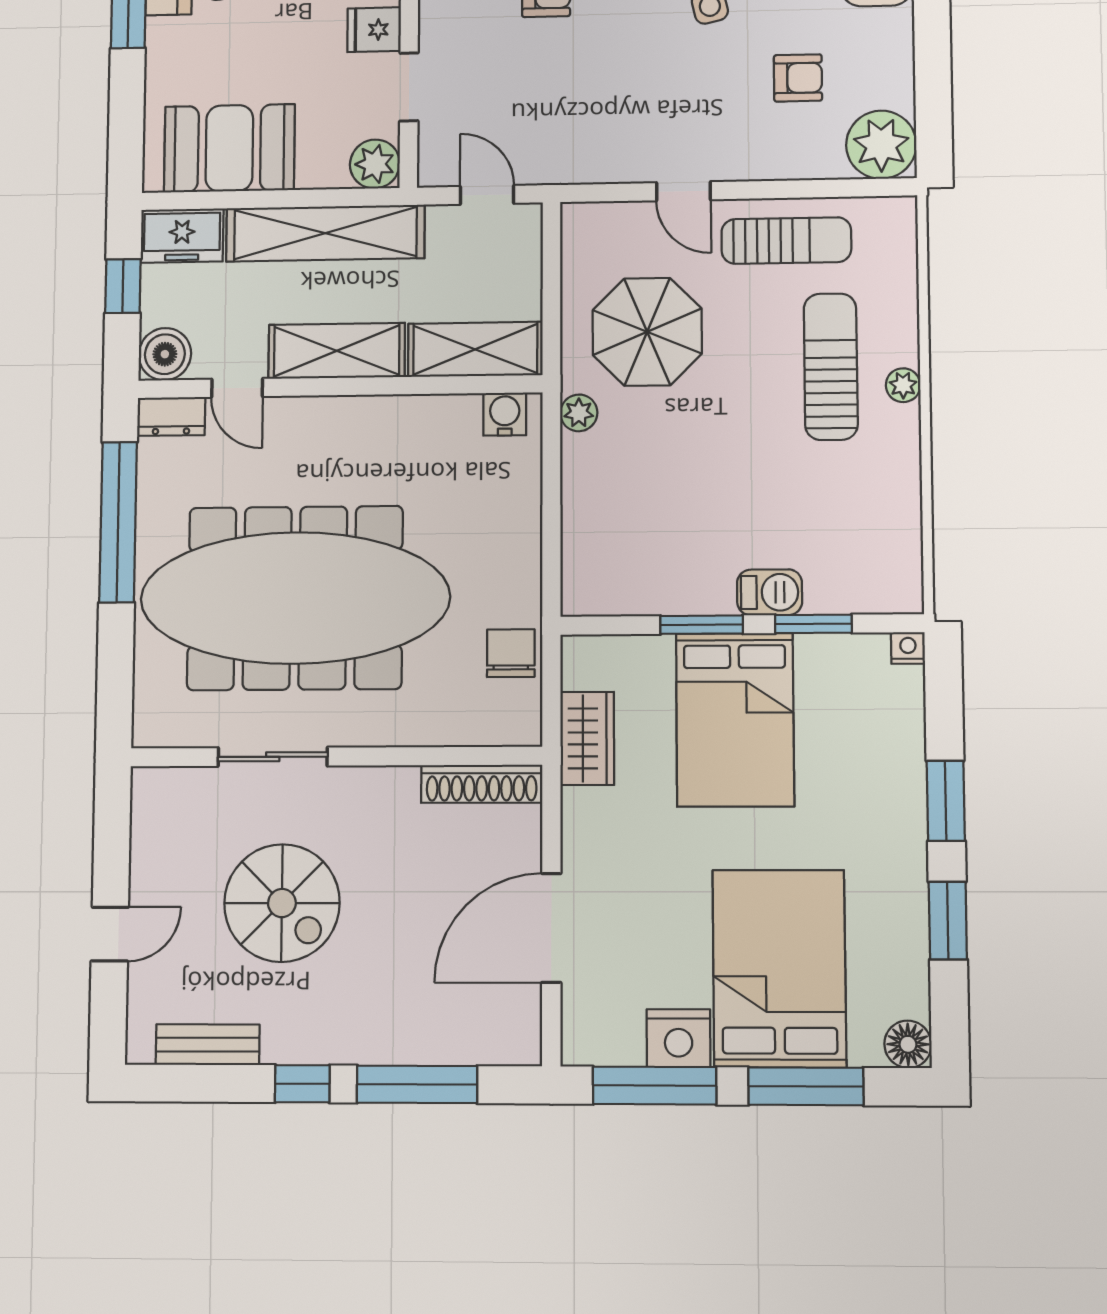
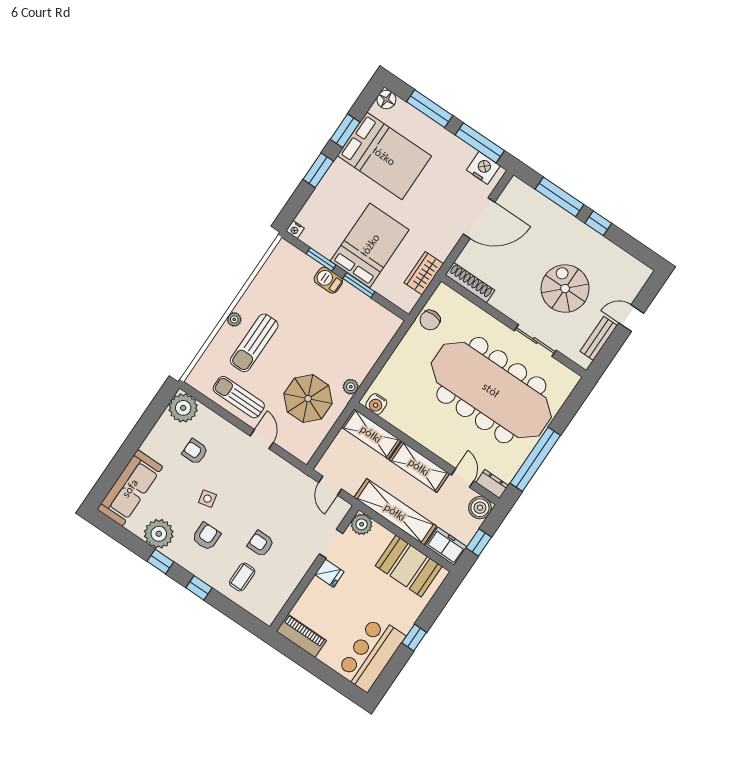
bed: (779, 968) -> (384, 156), moved, turned -90
nightstand: (678, 1038) -> (483, 168), moved
bench: (208, 1045) -> (599, 338), moved, turned 90

